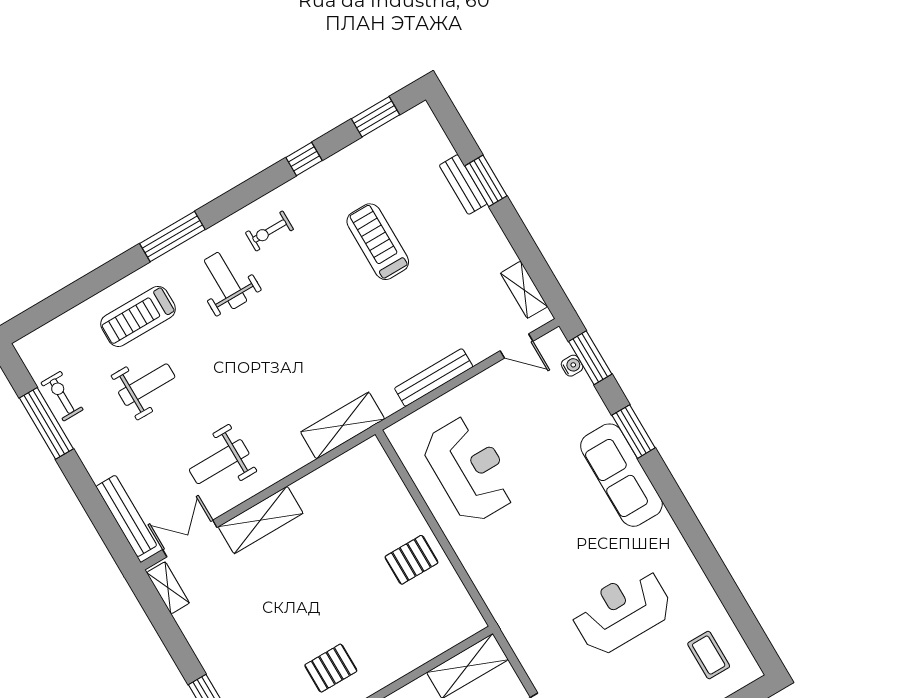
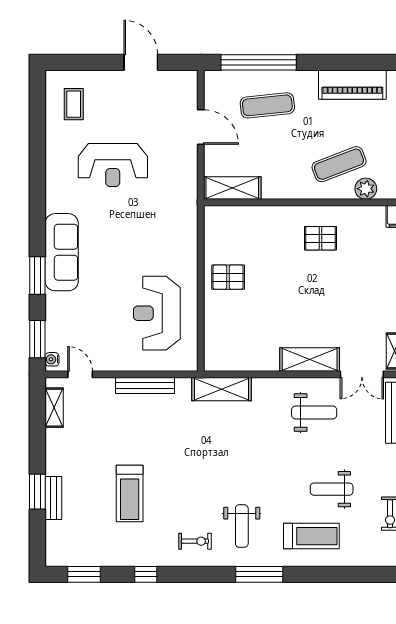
water cooler: (572, 366) -> (52, 359), moved

